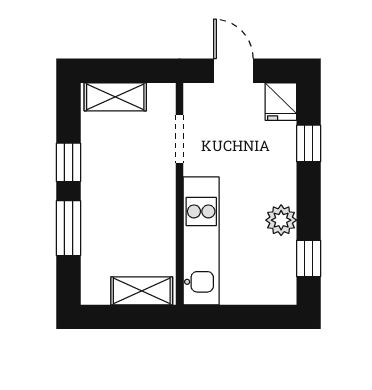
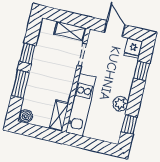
shelving: (115, 97) -> (70, 31), moved
boiler: (94, 291) -> (26, 116), added
shelving: (142, 291) -> (59, 116), moved, turned 90

